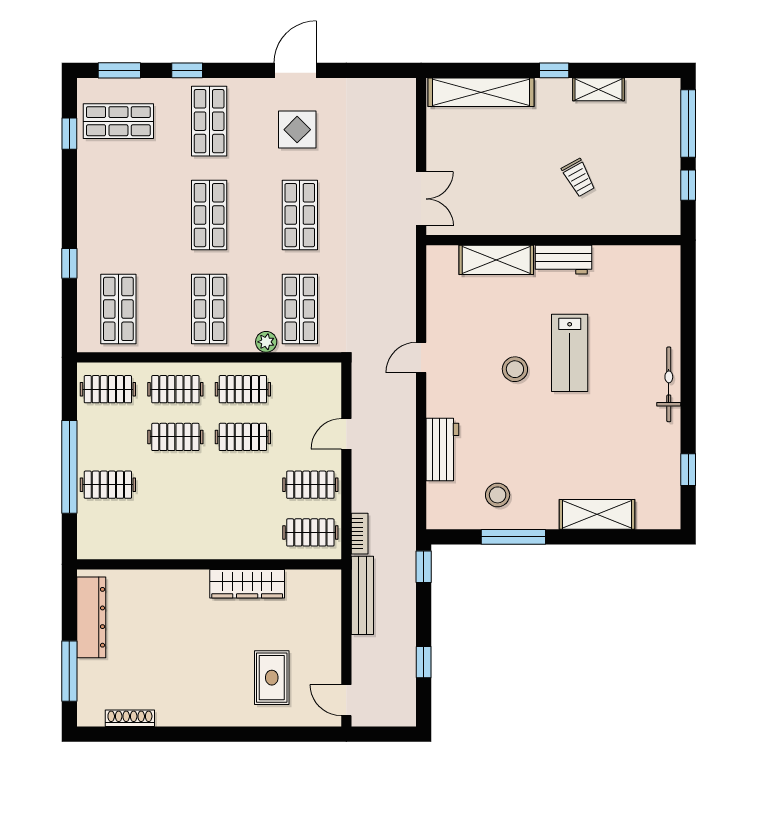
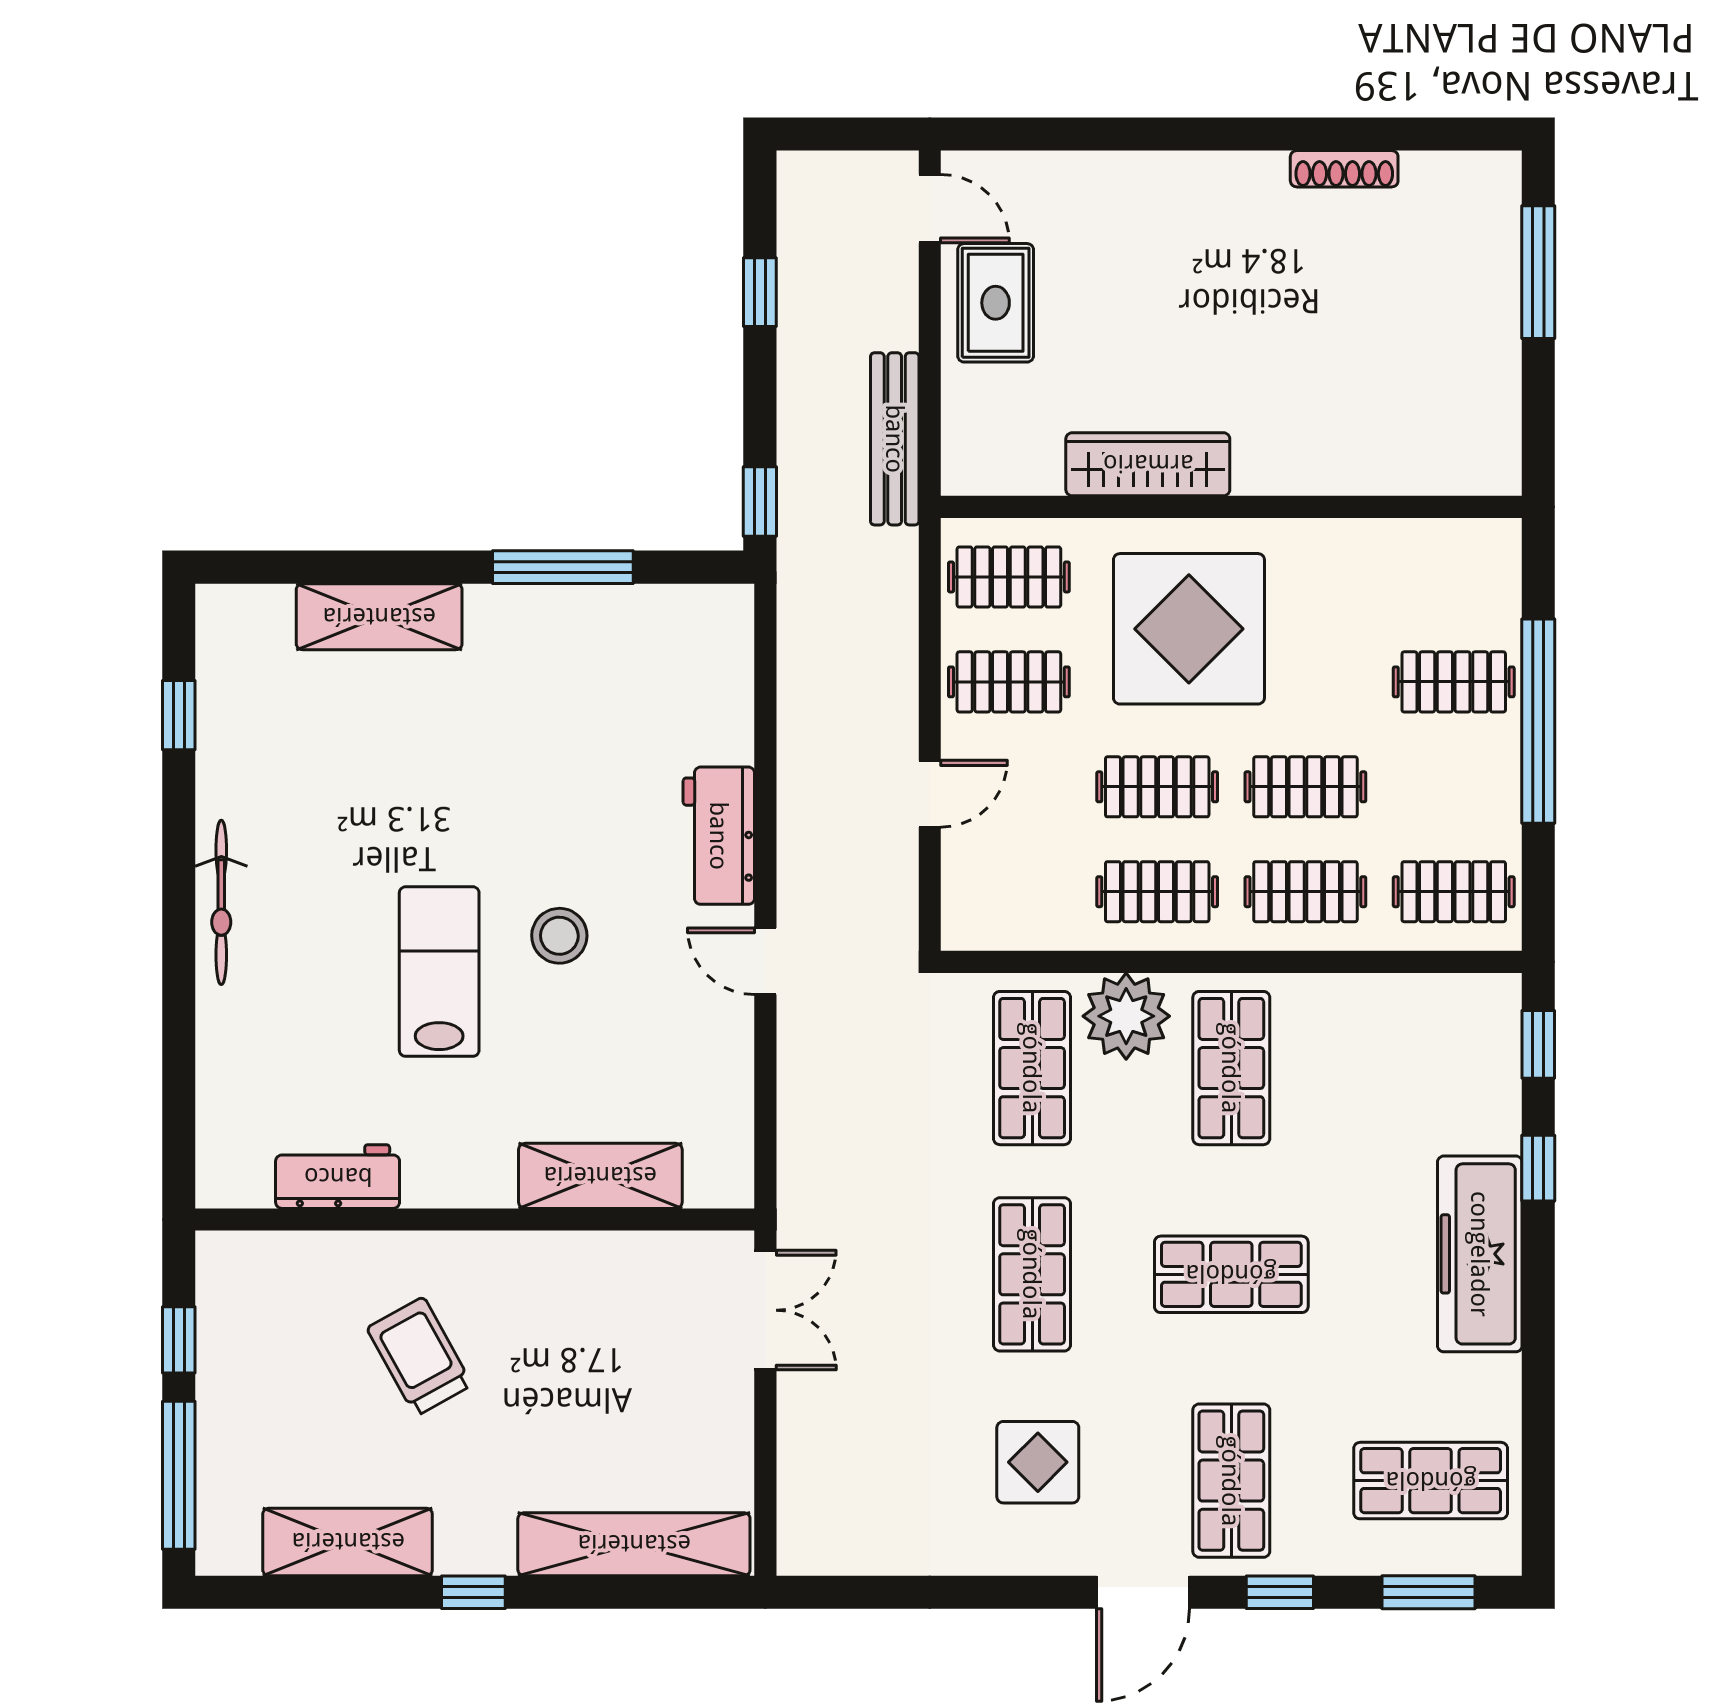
door: (295, 70) -> (1143, 1592), moved
shelving: (599, 89) -> (348, 1542), width x1.50, depth x1.33
window: (69, 134) -> (1538, 1044), moved
trolley: (579, 178) -> (419, 1356), width x1.36, depth x1.39
double door: (421, 199) -> (765, 1310), swing flipped
shop shelf: (209, 215) -> (1231, 1274), turned 90
freezer: (96, 224) -> (1480, 1254), added
workbench: (564, 260) -> (338, 1177), moved
shop shelf: (118, 309) -> (1431, 1068), removed
plant: (266, 342) -> (1126, 1016), width x1.88, depth x1.88
door: (421, 358) -> (765, 961), swing flipped
workbench: (442, 449) -> (719, 836), moved
stool: (498, 495) -> (598, 659), removed
display table: (228, 509) -> (1189, 629), added
bookcase: (360, 534) -> (901, 575), removed
dresser: (91, 617) -> (1490, 391), removed
rug: (272, 678) -> (996, 303), moved
shoe rack: (130, 718) -> (1344, 169), moved

